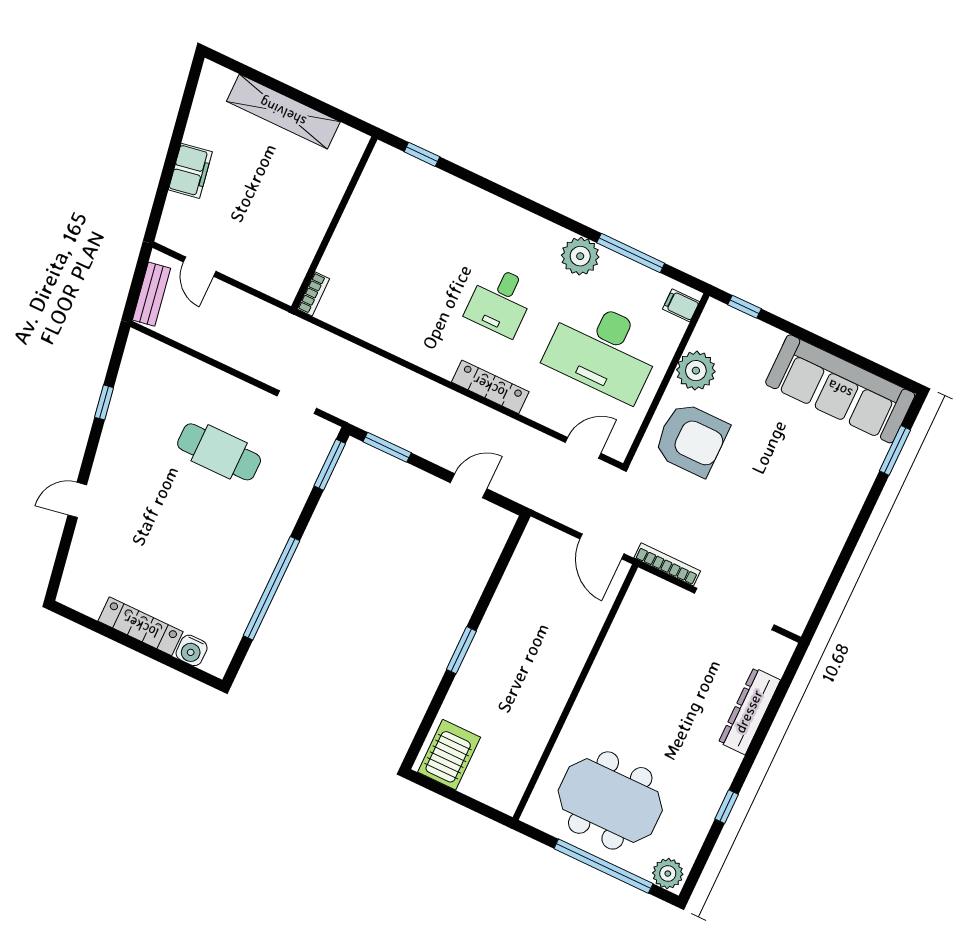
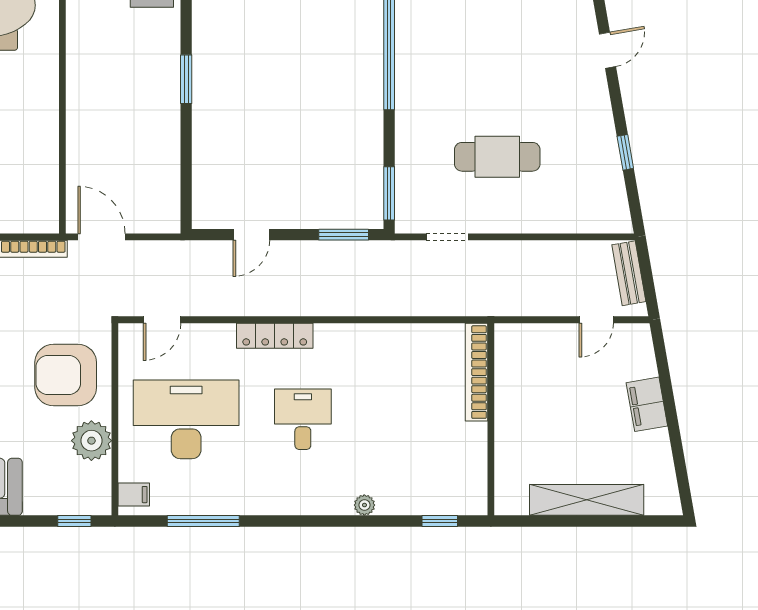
plant: (580, 256) -> (364, 505), moved, width x0.53, depth x0.53
door: (200, 267) -> (596, 320), swing flipped
bookcase: (313, 294) -> (476, 372), width x2.31, depth x1.31

